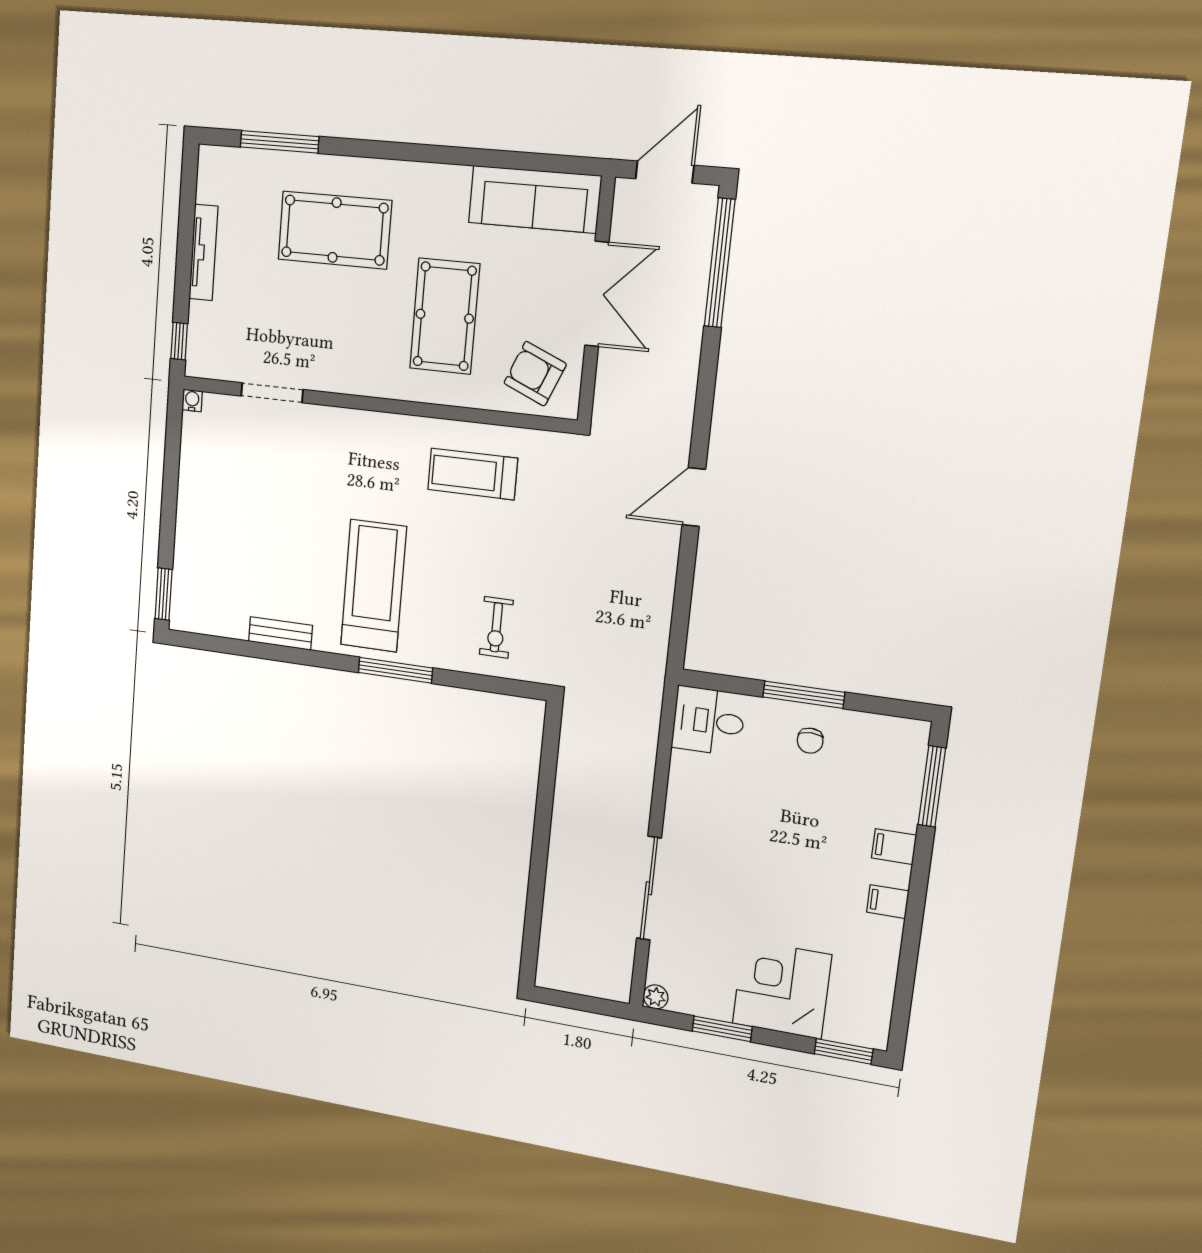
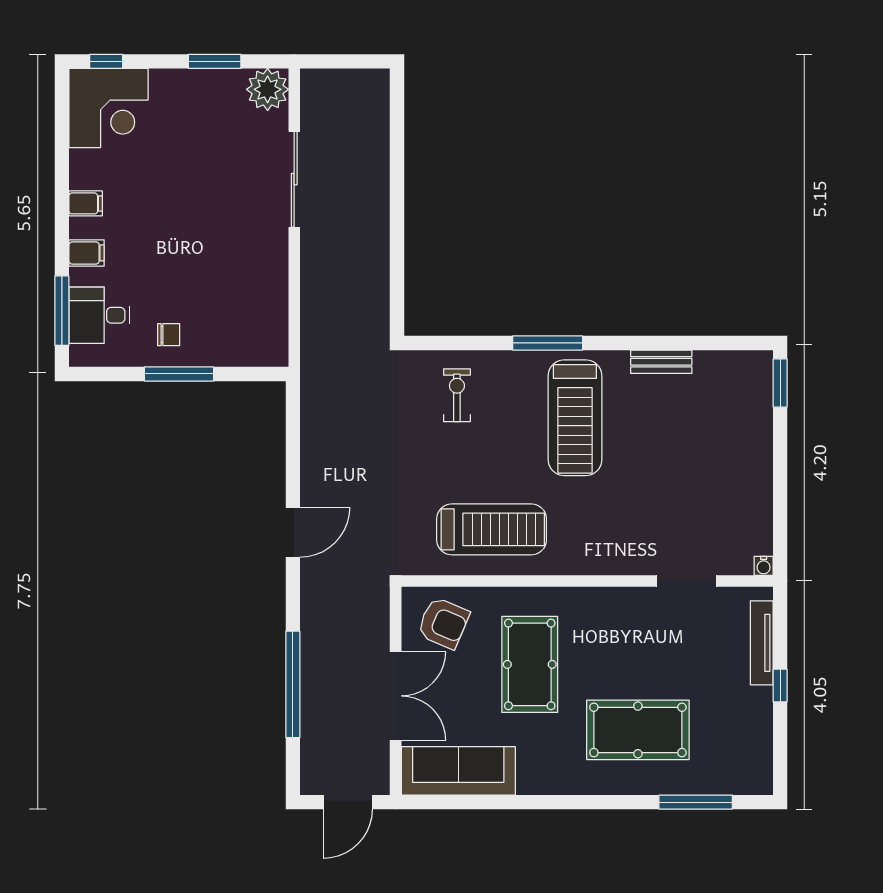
tv unit: (203, 253) -> (762, 643), moved
window: (720, 263) -> (293, 684), moved
double door: (597, 294) -> (396, 696), swing flipped
window: (179, 341) -> (780, 686), moved
treadmill: (473, 474) -> (492, 529), width x1.37, depth x1.38
desk: (708, 721) -> (99, 315), moved, turned 180
chair: (810, 741) -> (169, 335), turned 90
corner desk: (782, 989) -> (108, 108), moved
plant: (656, 997) -> (268, 89), width x1.88, depth x1.88
window: (844, 1051) -> (106, 61), width x0.67

